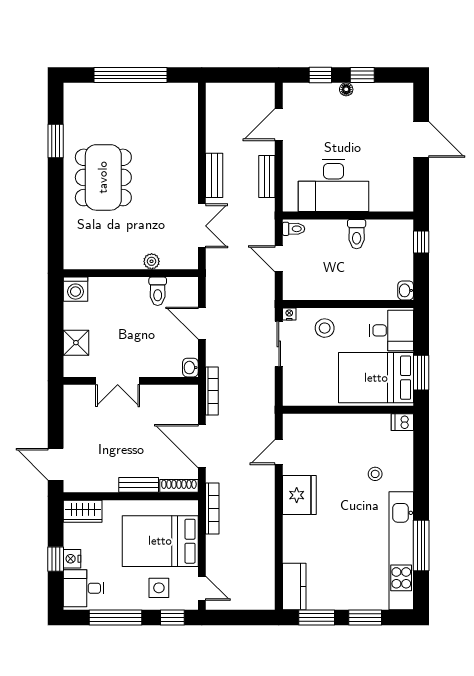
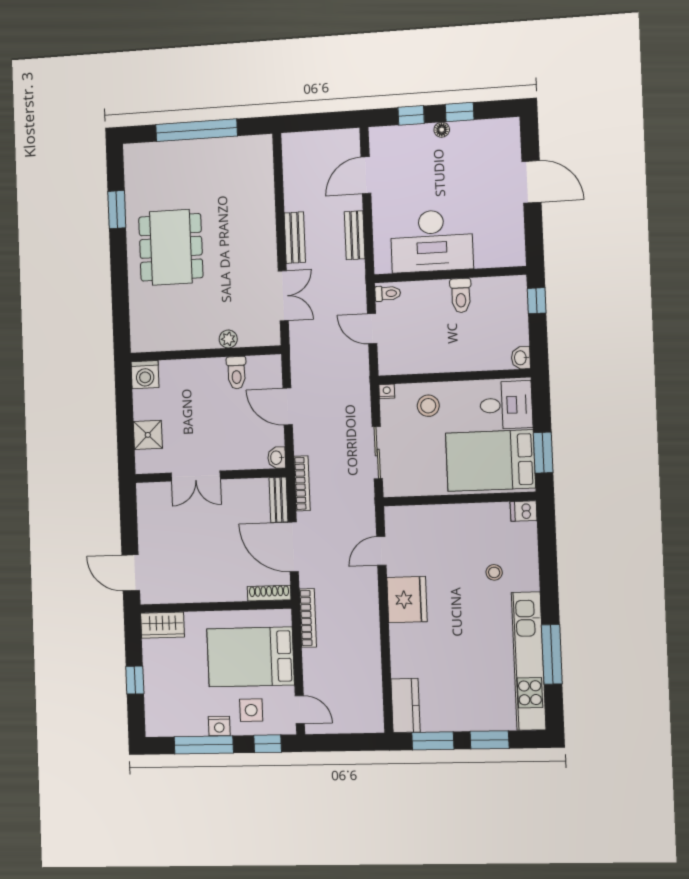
sliding door: (279, 344) -> (377, 453), moved
bench: (139, 485) -> (278, 500), moved, turned 90
nightstand: (72, 559) -> (219, 726), moved, turned -90
desk: (83, 588) -> (167, 712), removed

